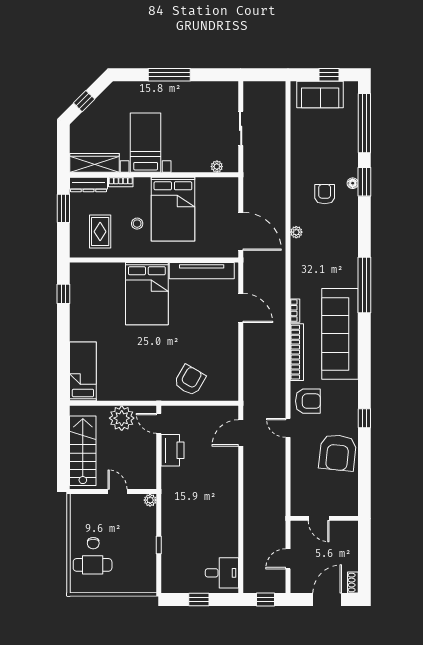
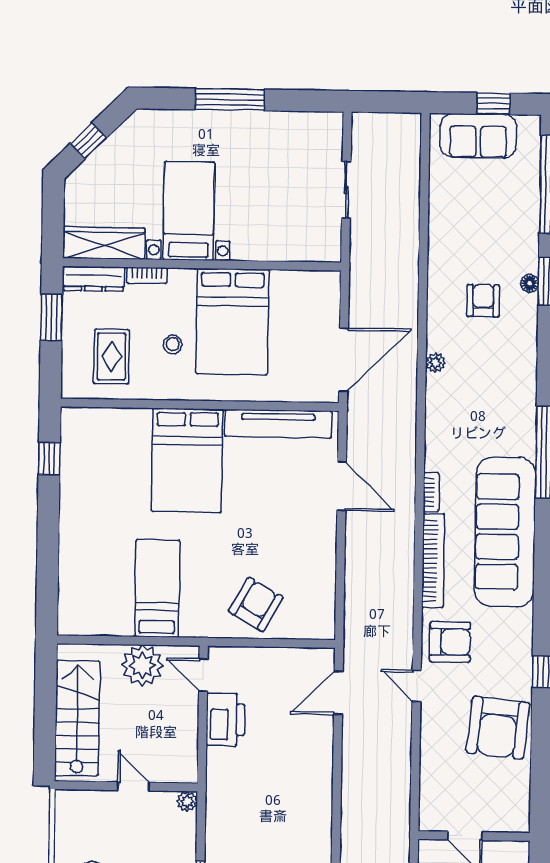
plant: (217, 167) -> (306, 252), removed
door: (241, 231) -> (344, 360), hinge flipped
bed: (83, 371) -> (157, 588), moved

